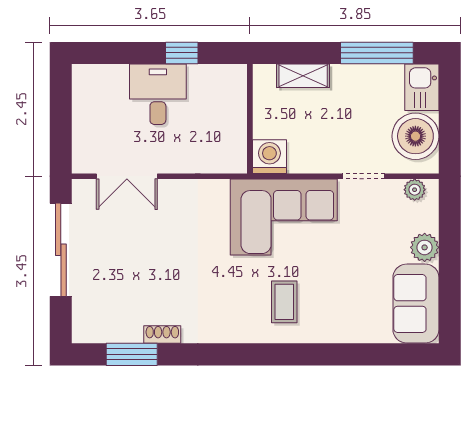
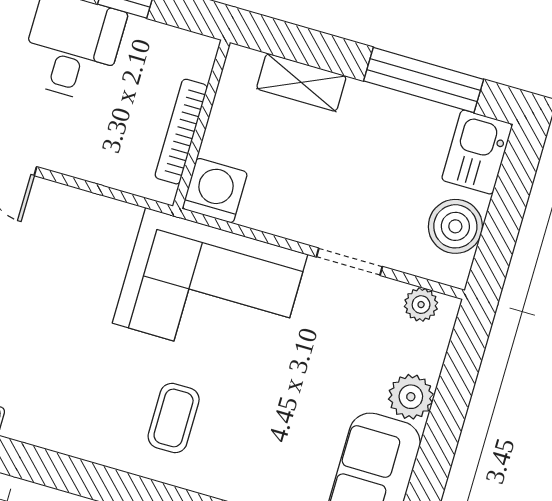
bookcase: (239, 127) -> (181, 132), added
boiler: (415, 136) -> (455, 226), width x0.73, depth x0.73

